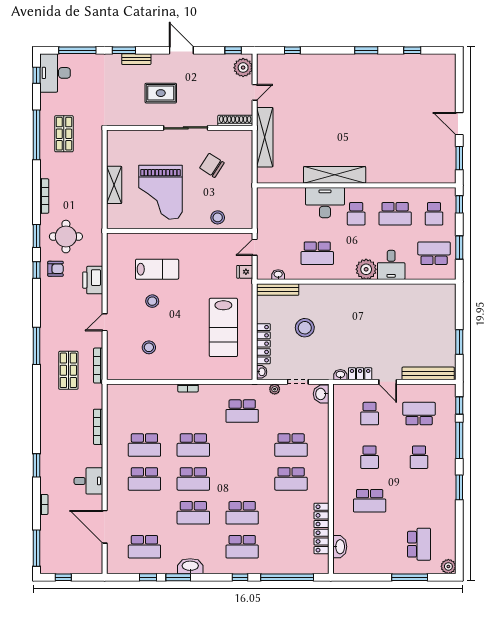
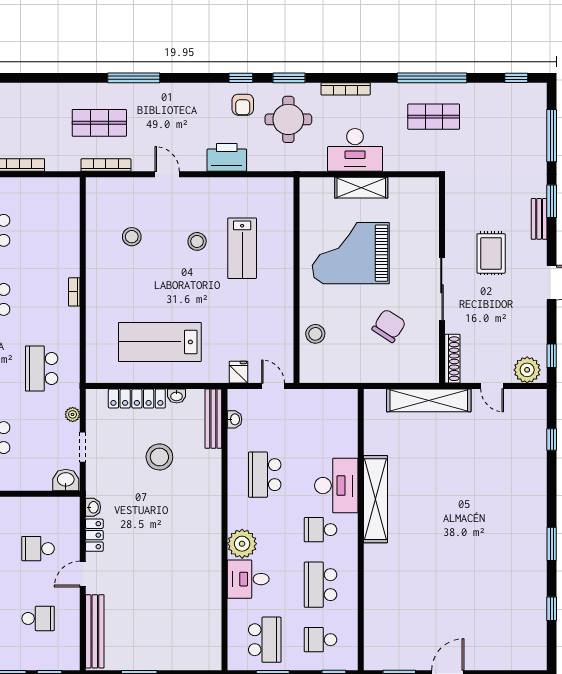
desk: (55, 73) -> (355, 150), moved, turned 180
washbasin: (262, 372) -> (177, 396), moved
school desk: (419, 414) -> (38, 618), width x0.54

